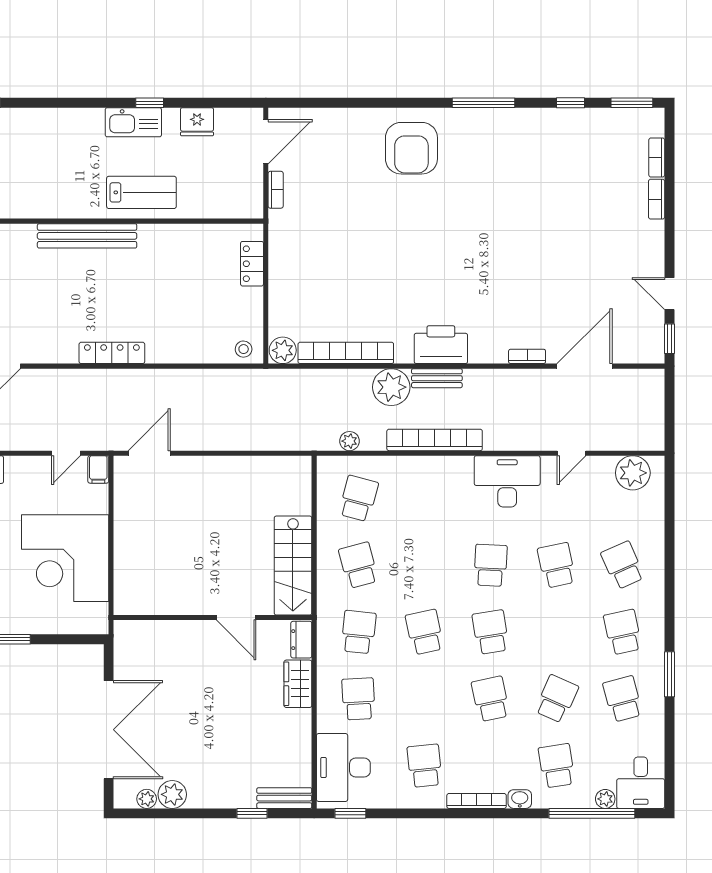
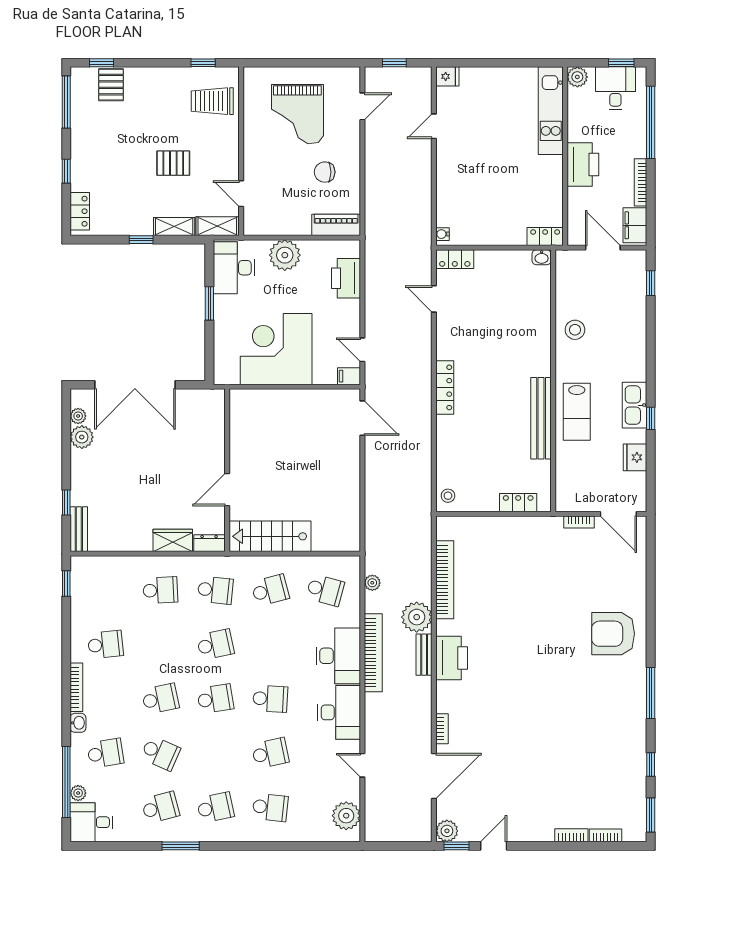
stool: (42, 195) -> (575, 330), added
bench: (87, 236) -> (541, 418), moved
plant: (283, 350) -> (447, 831), moved
door: (585, 366) -> (434, 776), hinge flipped
school desk: (623, 565) -> (270, 807), turned 30
desk: (343, 767) -> (338, 656), moved, turned 90

